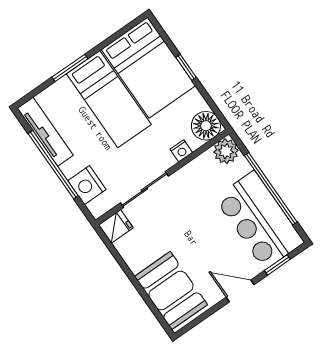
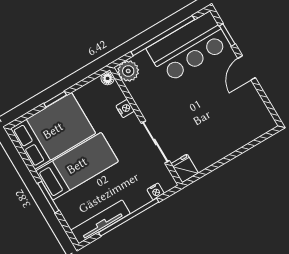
floor lamp: (206, 126) -> (108, 78), width x0.53, depth x0.53
nightstand: (87, 185) -> (156, 191), width x0.53, depth x0.56
booth: (171, 291) -> (242, 126), removed

